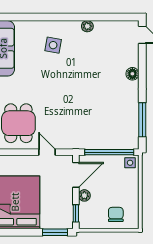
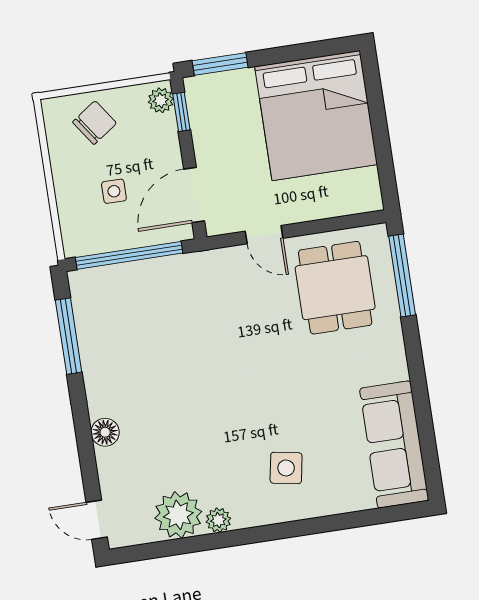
plant: (105, 31) -> (178, 515), added
side table: (130, 163) -> (114, 191), moved
plant: (84, 195) -> (161, 100), moved
chair: (116, 214) -> (95, 123), turned -125

